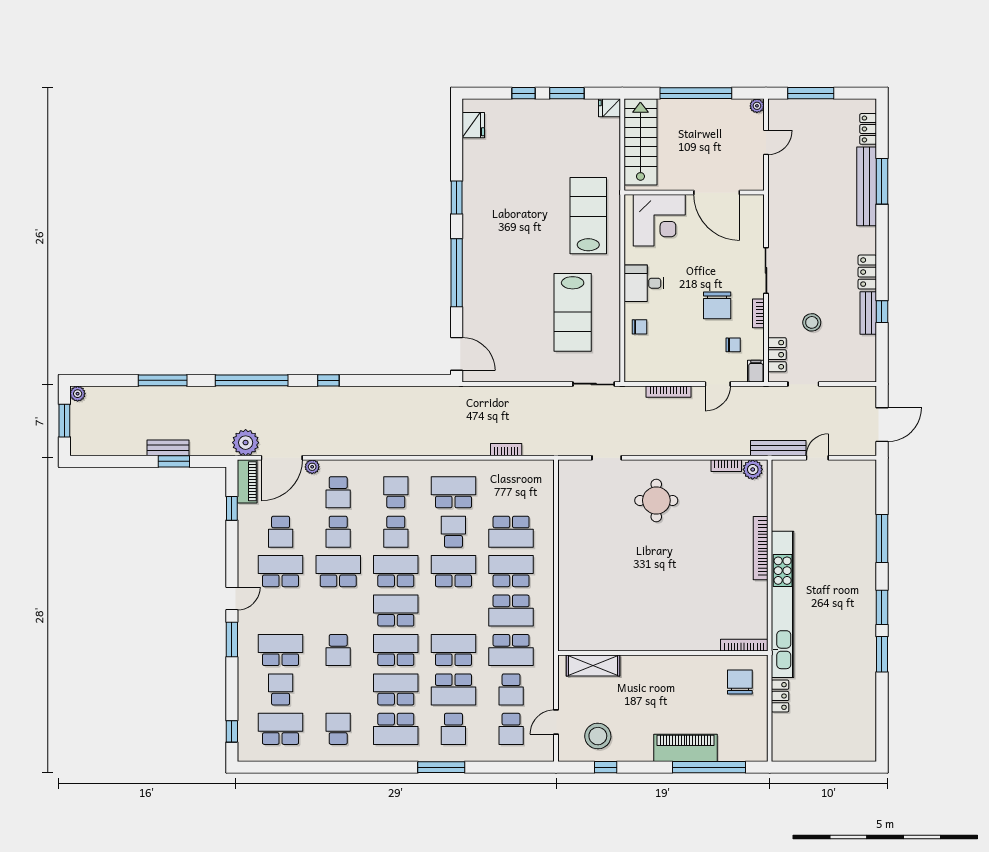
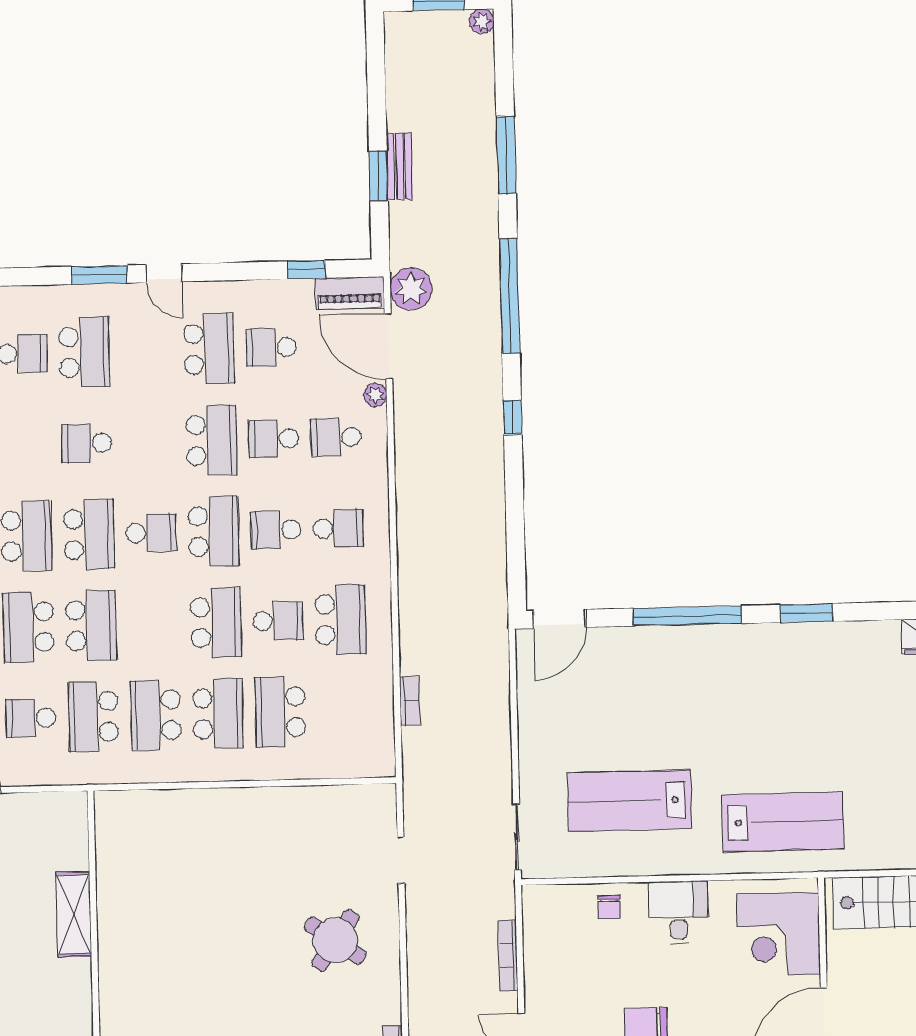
round table: (656, 500) -> (335, 940), turned 35
school desk: (396, 611) -> (151, 533), width x0.54
shelving: (593, 665) -> (74, 914), moved

